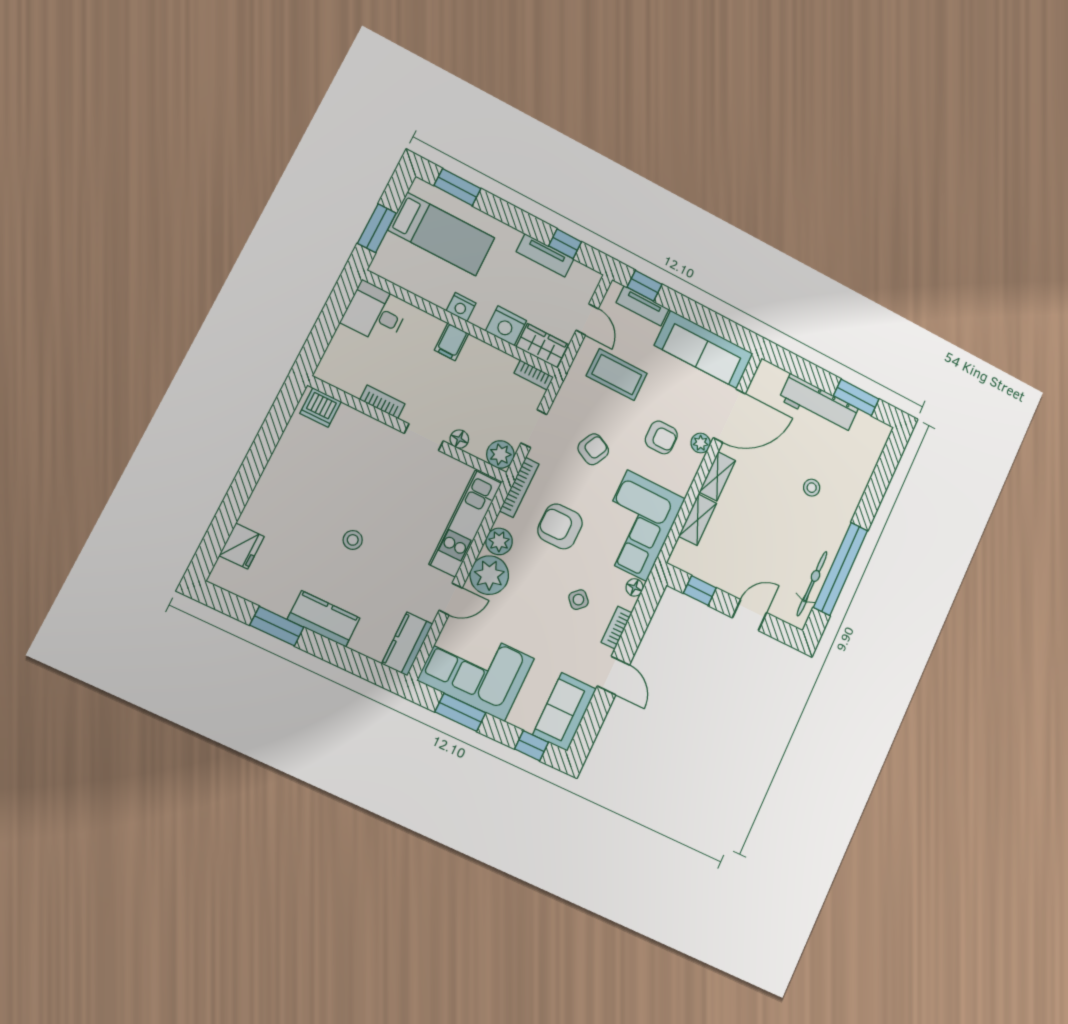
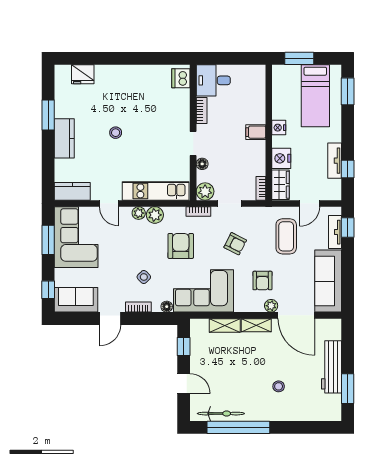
desk: (375, 313) -> (213, 80), moved, turned -90
bookcase: (519, 487) -> (198, 211), width x0.64
plant: (489, 575) -> (139, 213), width x0.53, depth x0.53

